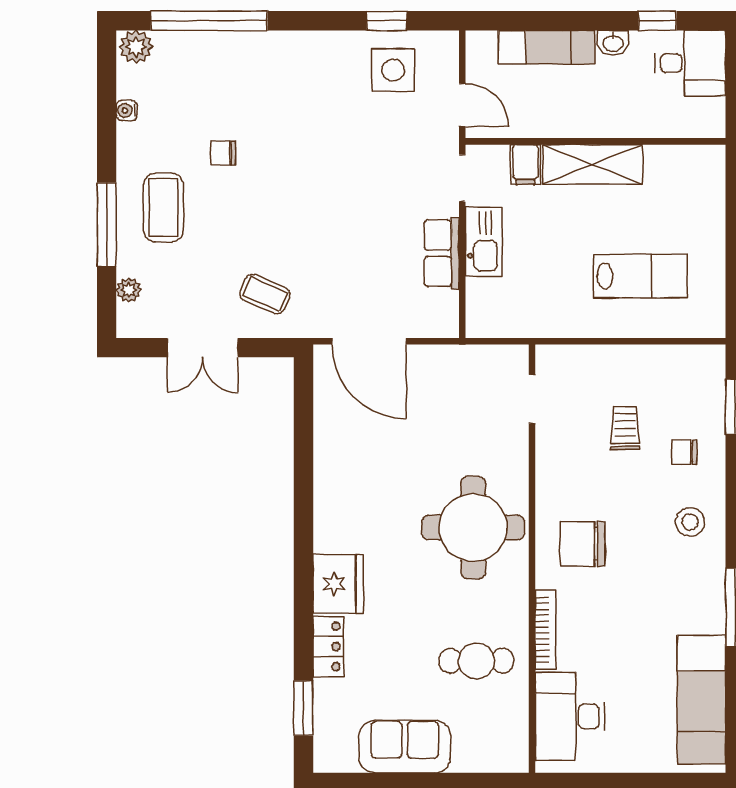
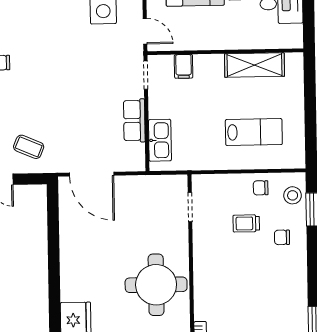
shelving: (592, 164) -> (254, 65), moved
kitchen sink: (484, 242) -> (160, 140), moved
trolley: (625, 428) -> (246, 223), turned -90
stool: (690, 522) -> (293, 195), moved
chair: (583, 544) -> (261, 188), moved, width x0.54, depth x0.54

